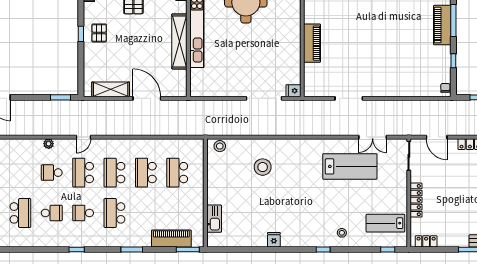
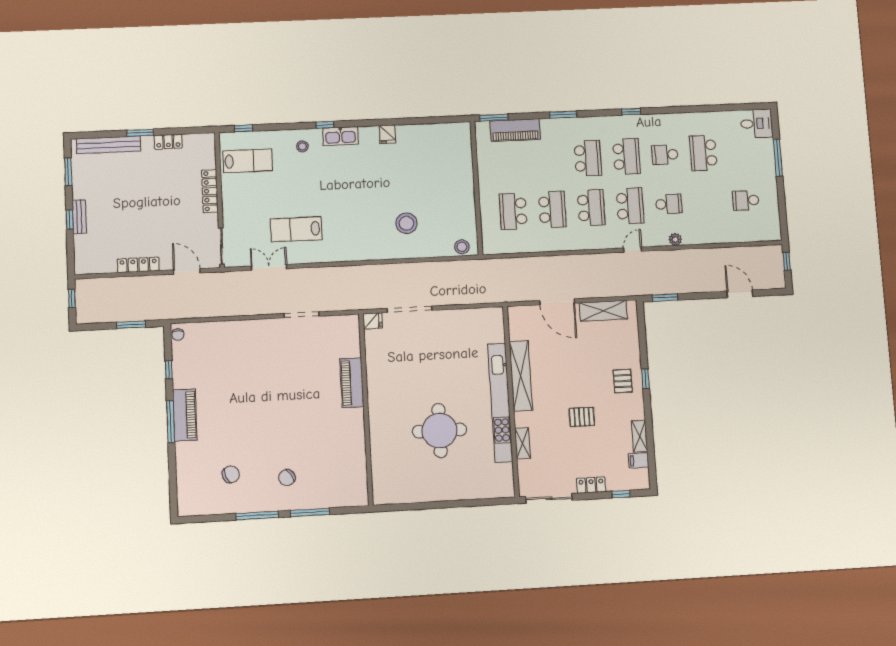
lab bench: (350, 166) -> (296, 229), width x0.73, depth x0.72
school desk: (177, 173) -> (513, 211), turned 180
school desk: (83, 213) -> (626, 156), width x1.85
kitchen sink: (214, 219) -> (341, 136), moved, turned -90
locker: (426, 241) -> (168, 142), moved

